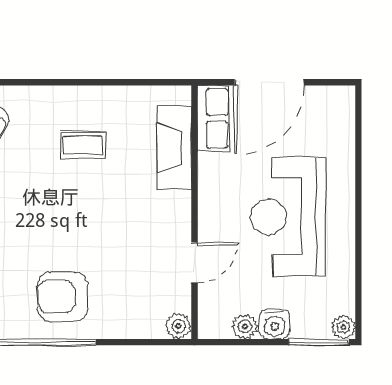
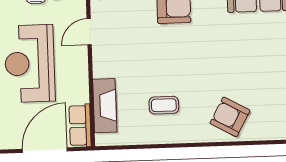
reception desk: (288, 217) -> (30, 64), turned 180

